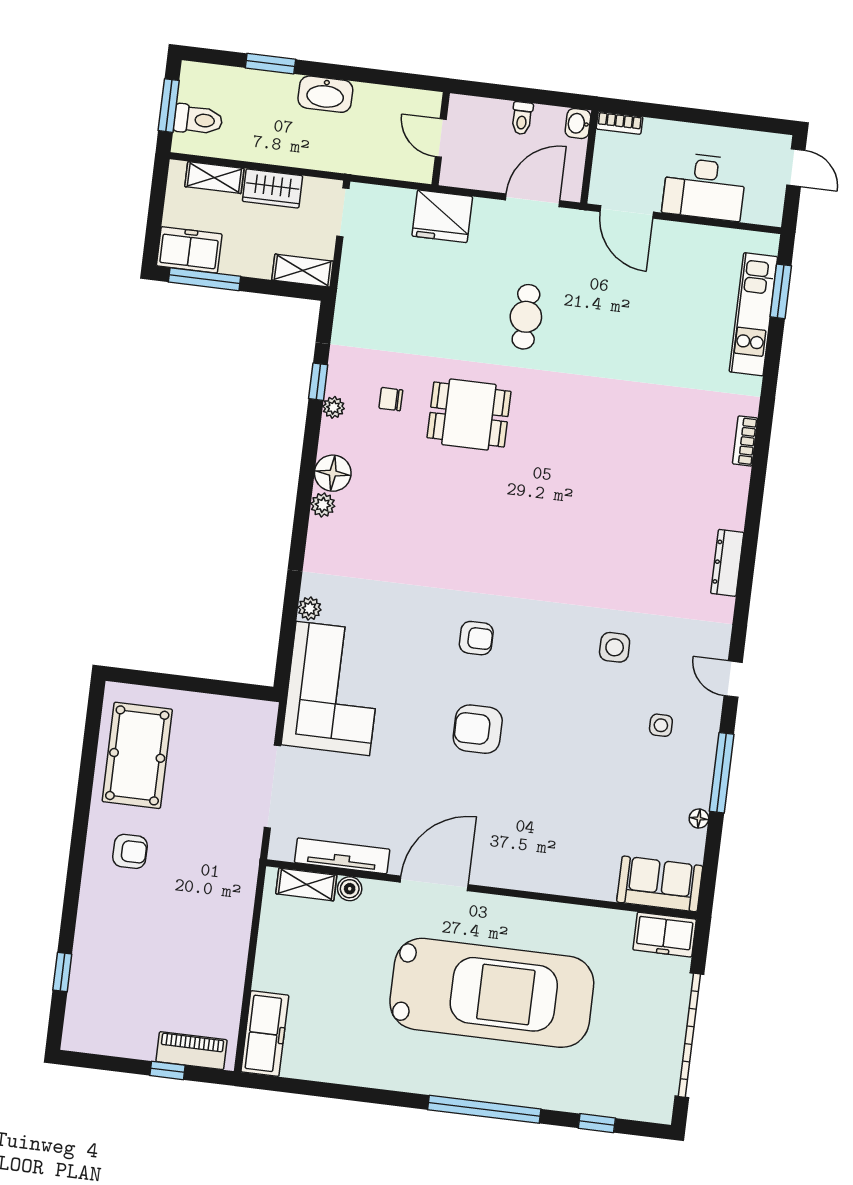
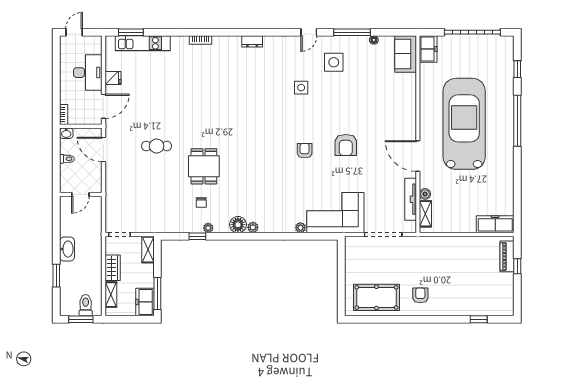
fridge: (442, 216) -> (113, 78), moved, width x0.53, depth x0.75
dresser: (727, 563) -> (252, 41), width x0.70
side table: (661, 725) -> (334, 62), width x1.87, depth x1.87

